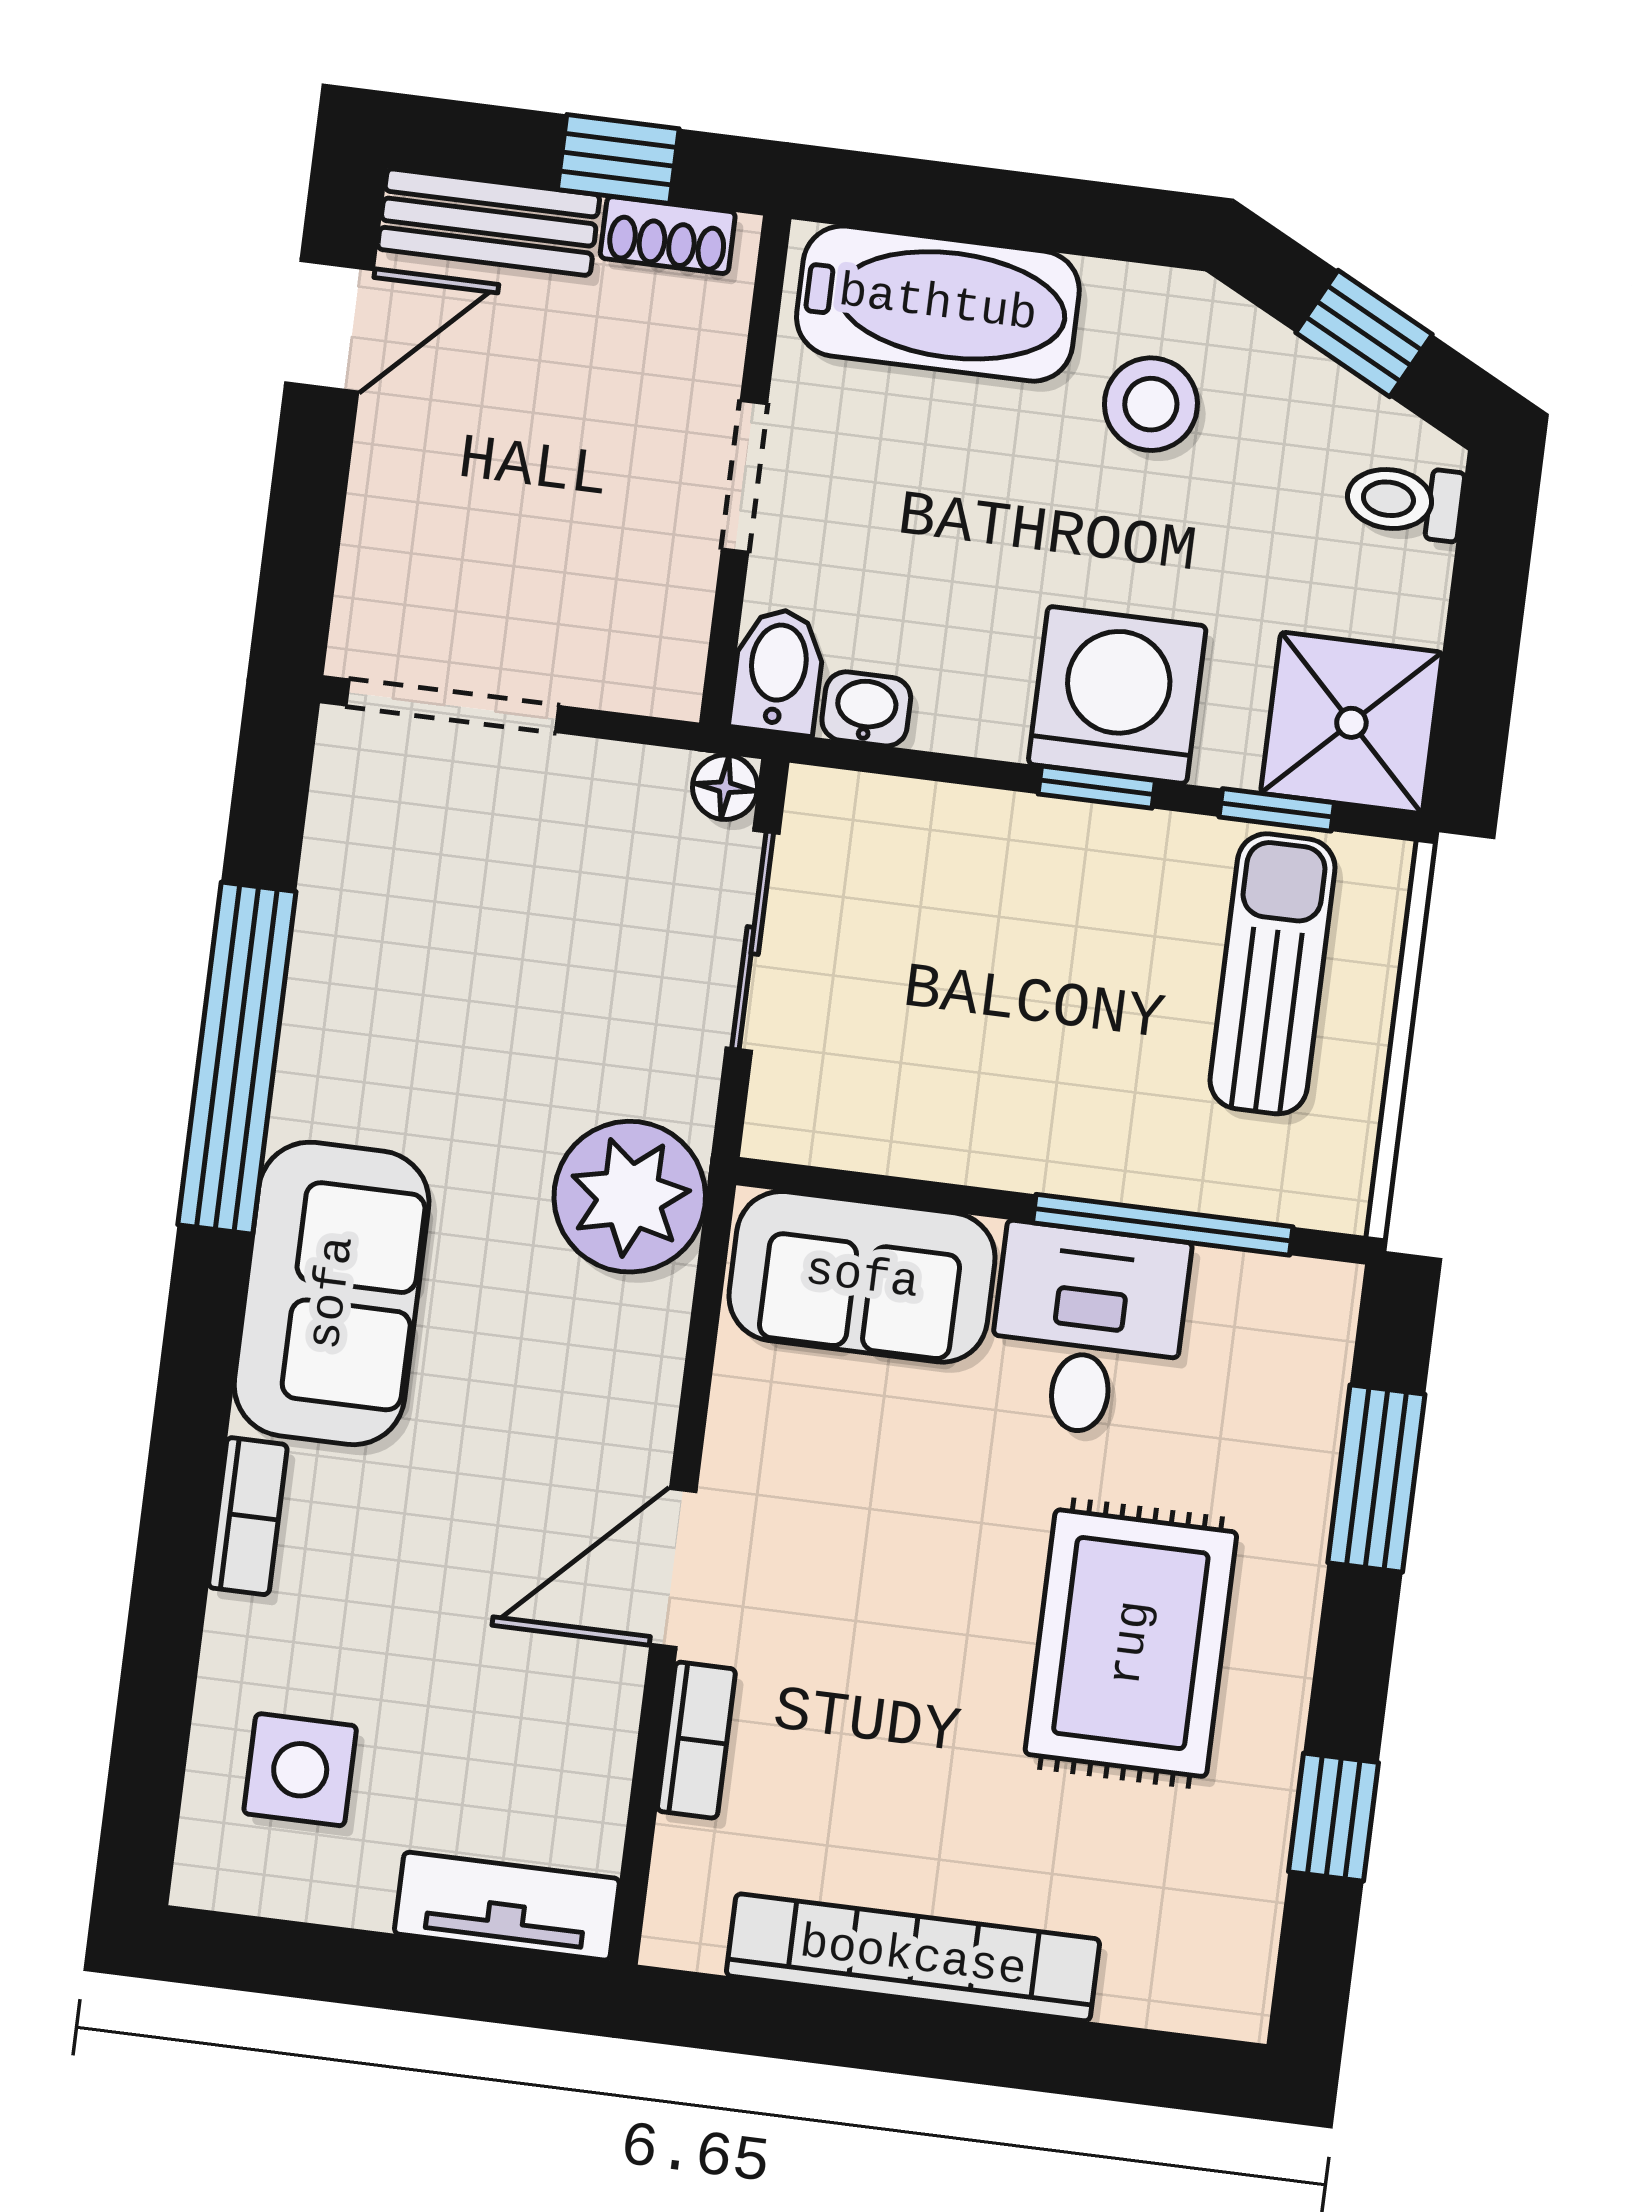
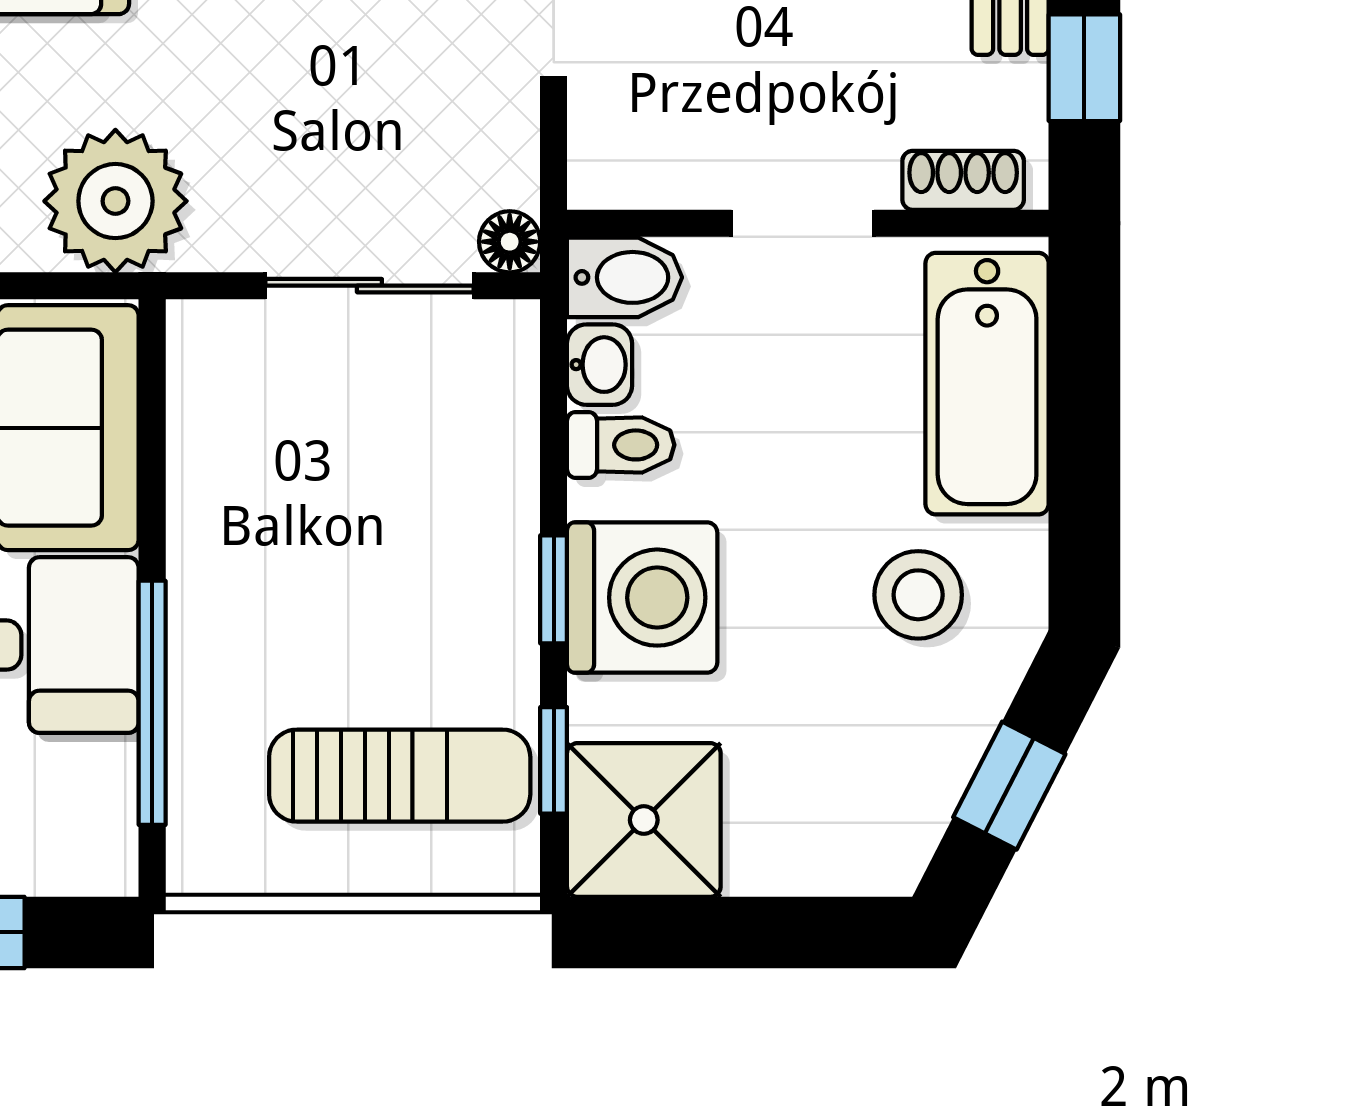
shoe rack: (668, 235) -> (963, 180), moved, turned 90
toilet: (1404, 501) -> (621, 445), moved, turned 90

